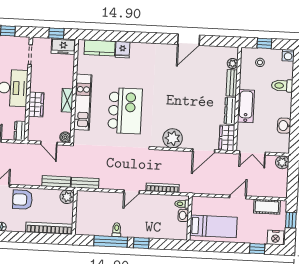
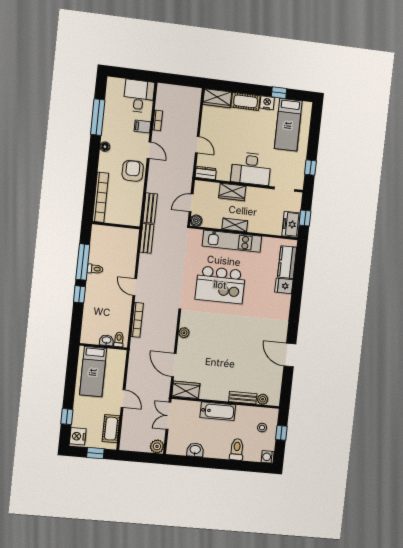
dresser: (230, 111) -> (214, 395), removed
plant: (173, 138) -> (184, 333), width x0.53, depth x0.53
plant: (67, 197) -> (133, 218), removed

